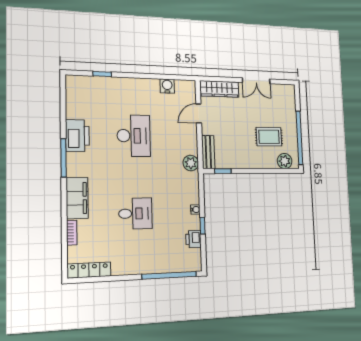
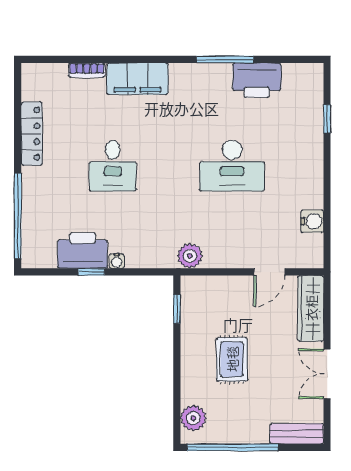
door: (199, 113) -> (269, 272), swing flipped
printer: (77, 136) -> (257, 80), moved
rug: (269, 137) -> (232, 359), moved
bench: (208, 152) -> (297, 434), moved
window: (63, 158) -> (225, 59), moved
printer: (193, 239) -> (83, 250), width x1.87, depth x1.48
locker: (89, 270) -> (32, 134), moved

